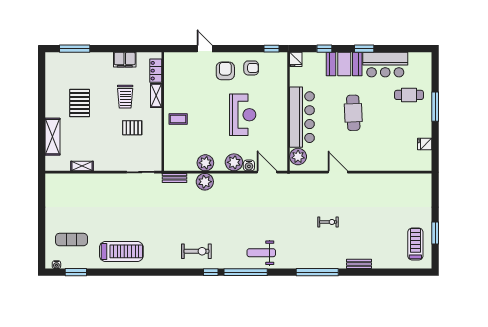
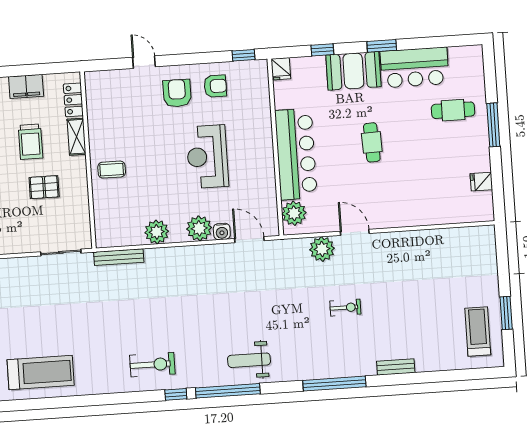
cafe table: (353, 113) -> (372, 142), width x0.73, depth x0.74
reception desk: (243, 115) -> (207, 157), turned 180
bench: (174, 178) -> (119, 257), width x1.36
plant: (205, 182) -> (322, 249), moved

